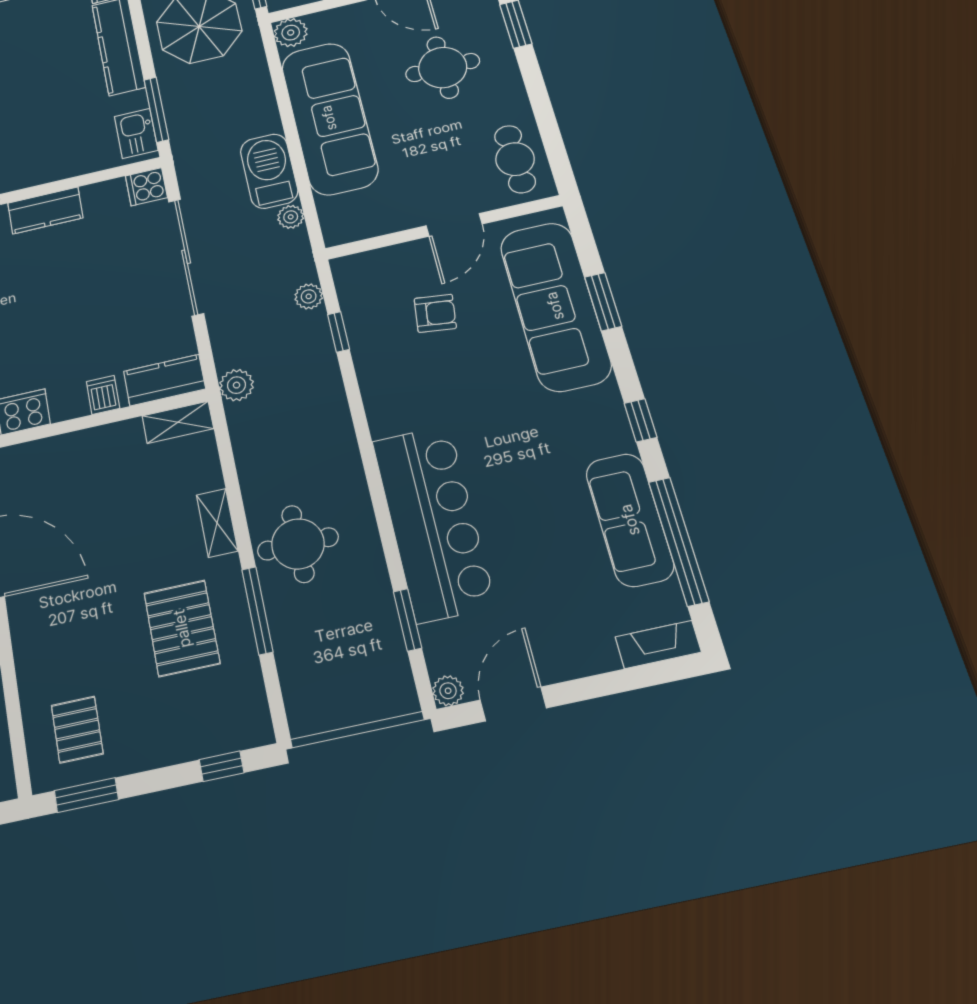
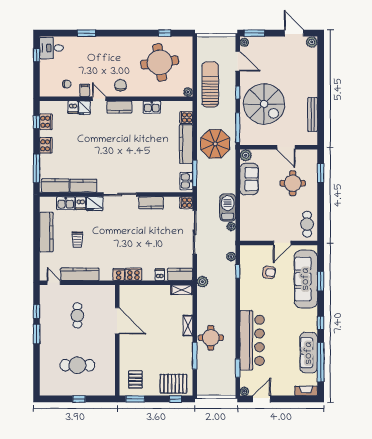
sofa: (329, 118) -> (249, 179), width x0.54, depth x0.79
pallet: (182, 628) -> (173, 384), moved, turned 90

